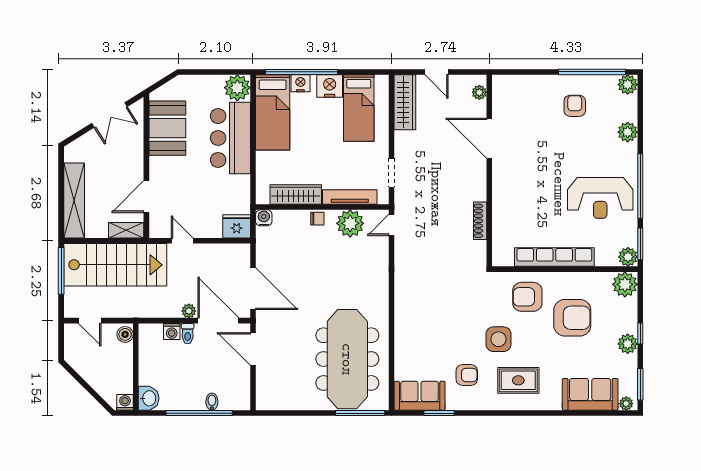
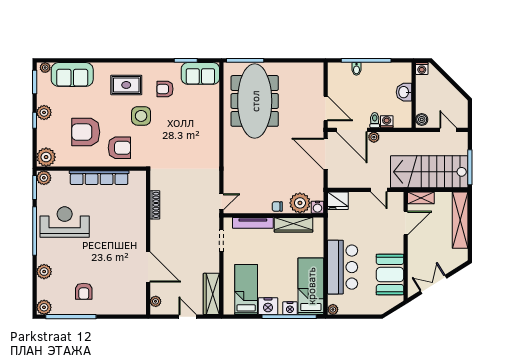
plant: (237, 88) -> (333, 309), width x0.53, depth x0.53
plant: (350, 223) -> (300, 203), moved
washbasin: (149, 398) -> (404, 92), moved

